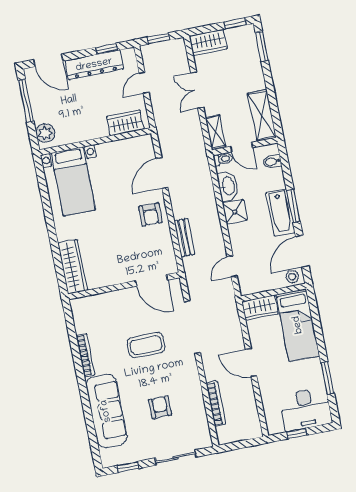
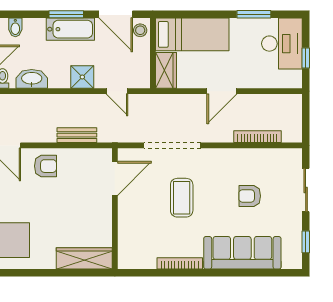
shower: (235, 212) -> (82, 77), moved

